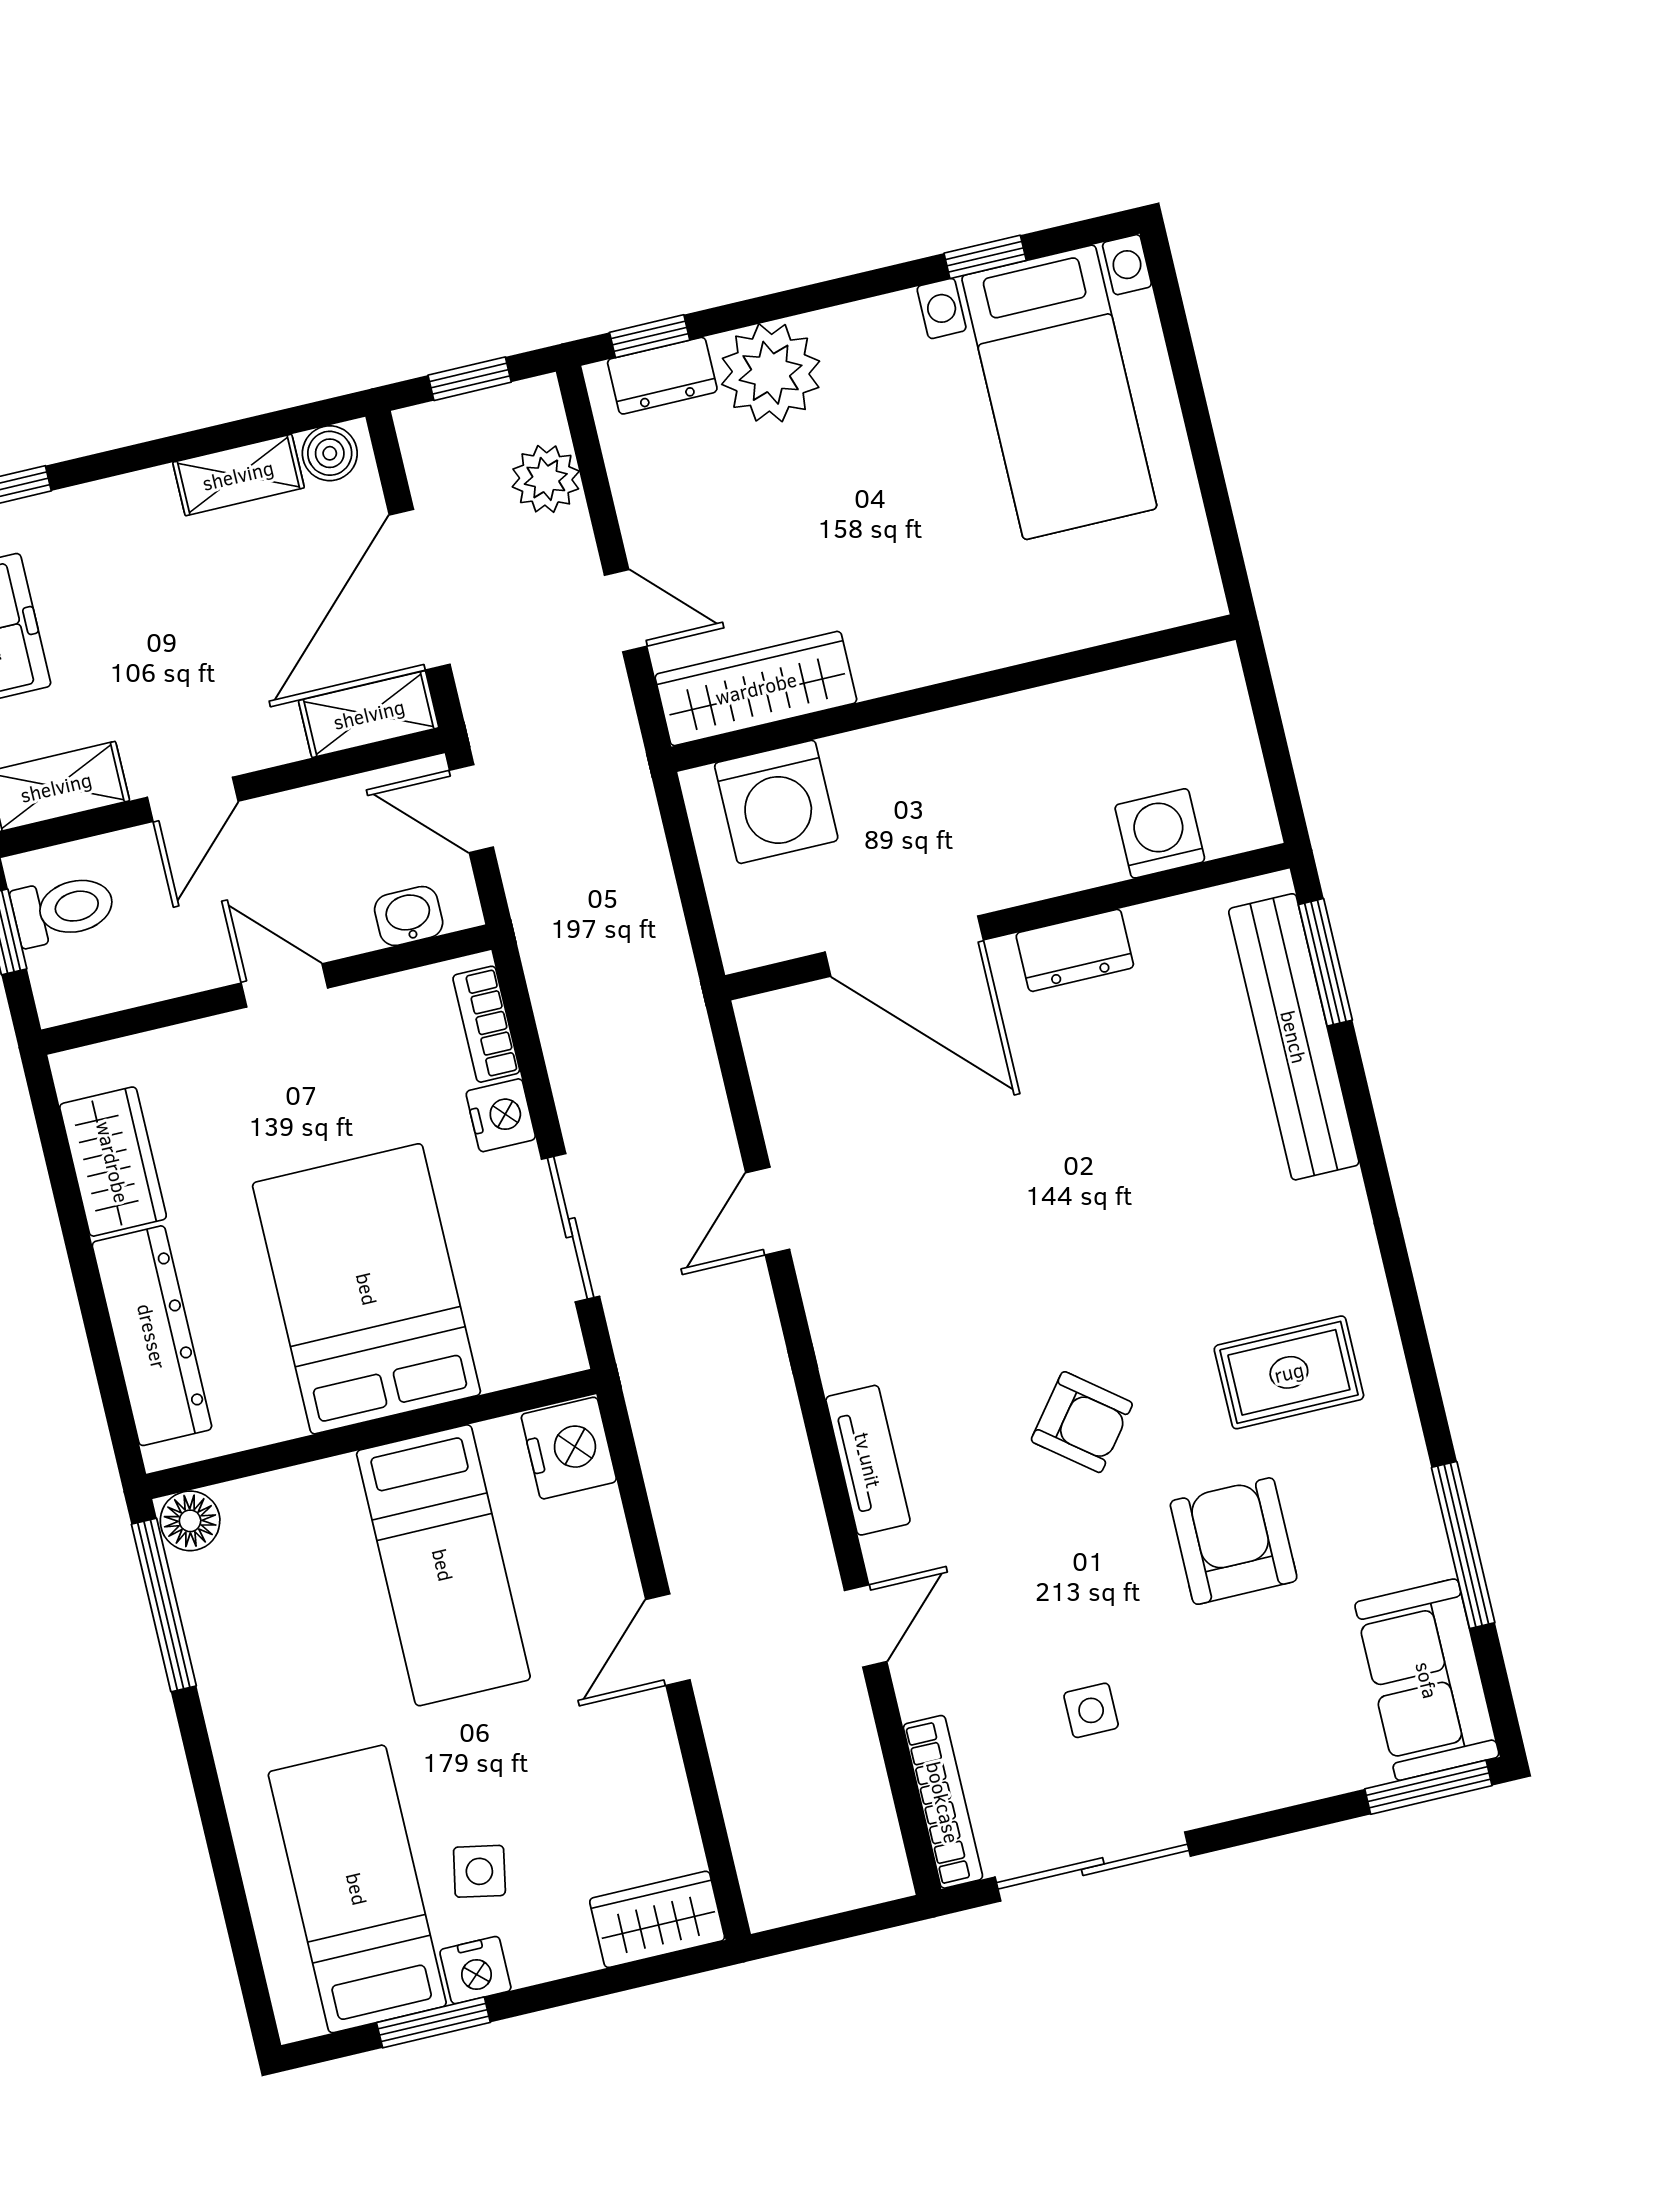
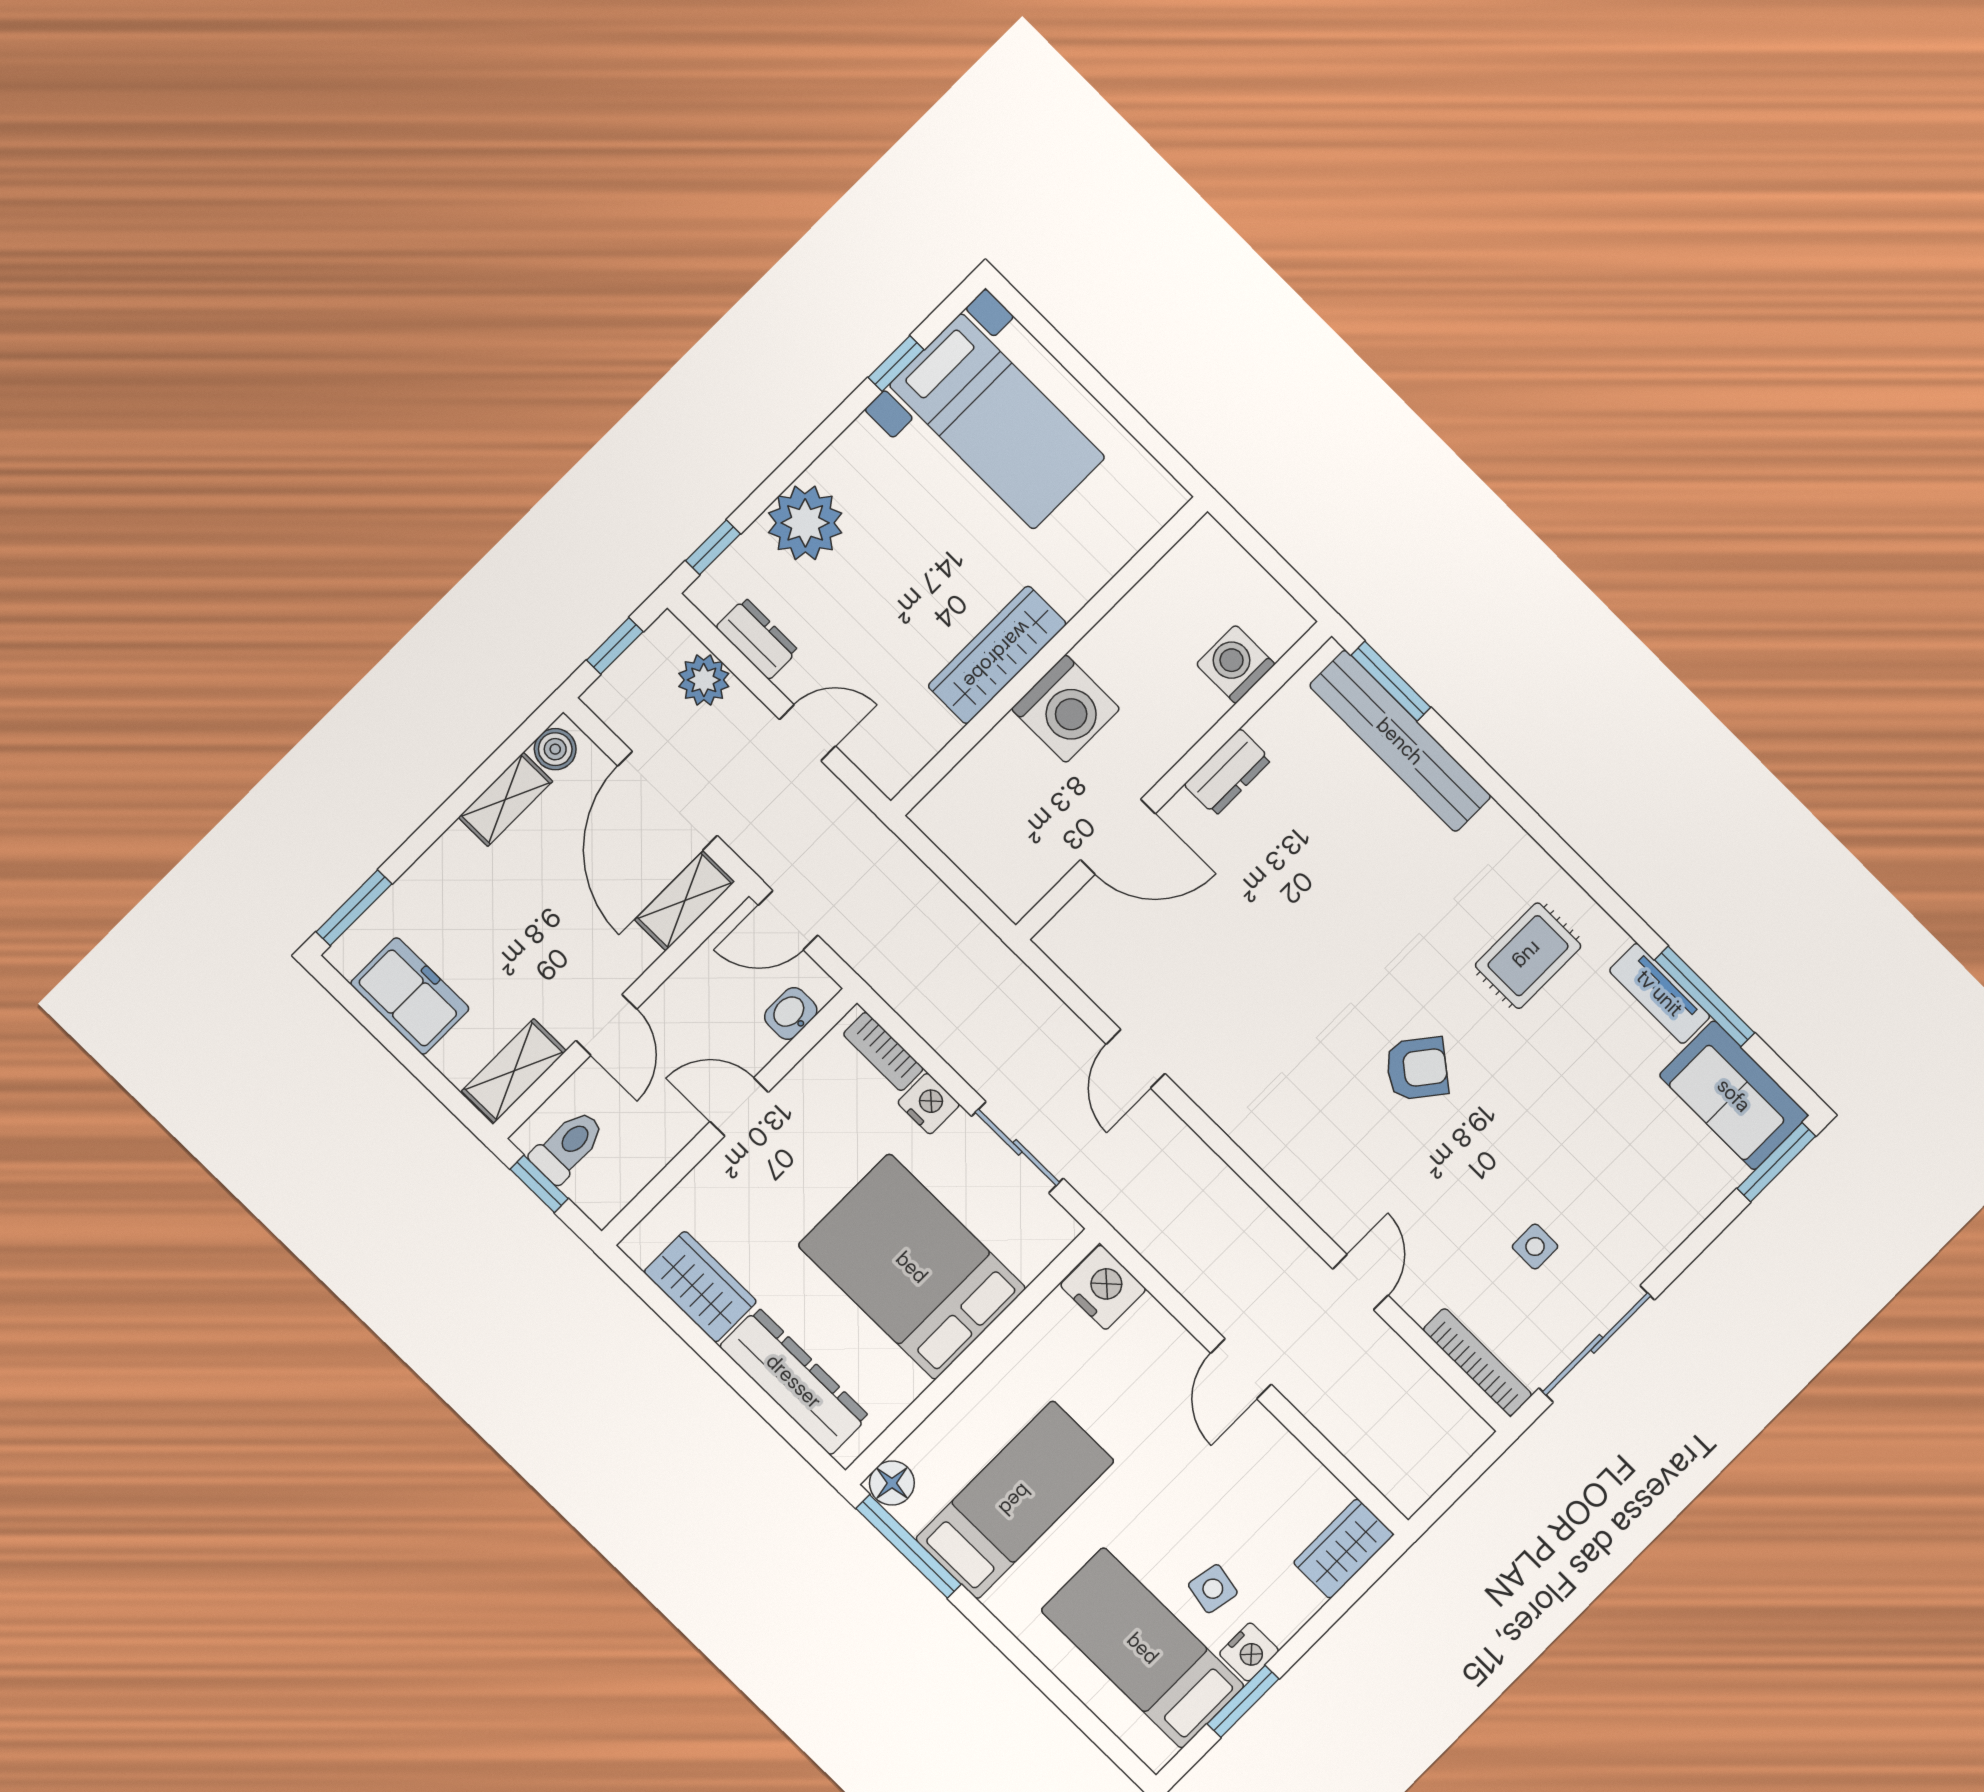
dresser: (662, 376) -> (757, 639), moved, turned -90
wardrobe: (756, 688) -> (997, 655), moved
washing machine: (776, 802) -> (1066, 709), moved
door: (904, 946) -> (1118, 837), width x0.73
tv unit: (868, 1460) -> (1660, 993), moved, turned 180
armchair: (1234, 1541) -> (1559, 1084), removed
bed: (443, 1565) -> (1015, 1500), moved, turned -90

